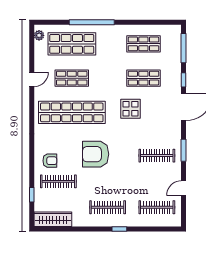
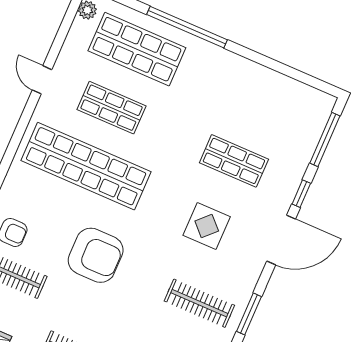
shop shelf: (143, 44) -> (259, 102), removed
door: (32, 79) -> (42, 80), swing flipped
display table: (130, 109) -> (207, 226), moved
armchair: (96, 154) -> (96, 255), turned 180

